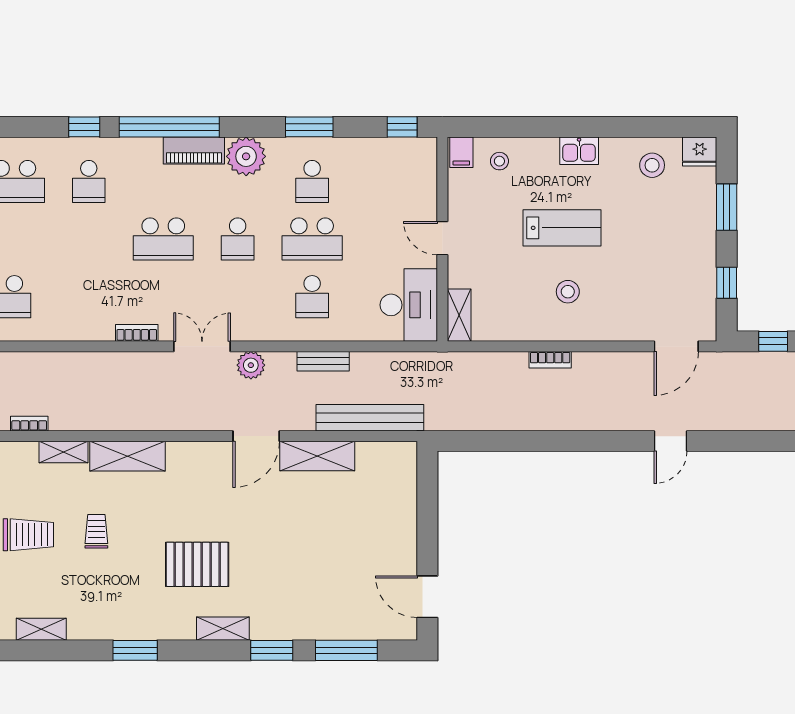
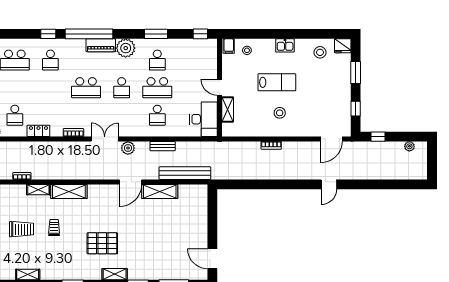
shelving: (459, 315) -> (228, 109), moved
locker: (64, 329) -> (38, 131), added

